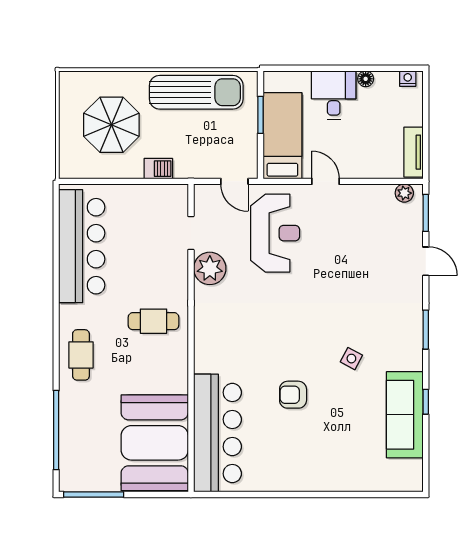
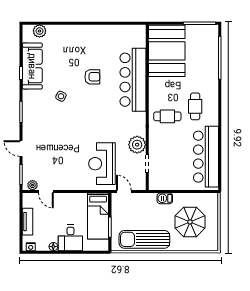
tv unit: (414, 152) -> (28, 222), moved
door: (325, 181) -> (46, 191), moved
cafe table: (81, 355) -> (195, 106), moved
bar counter: (217, 433) -> (133, 80), moved
plant: (391, 480) -> (39, 31), added

